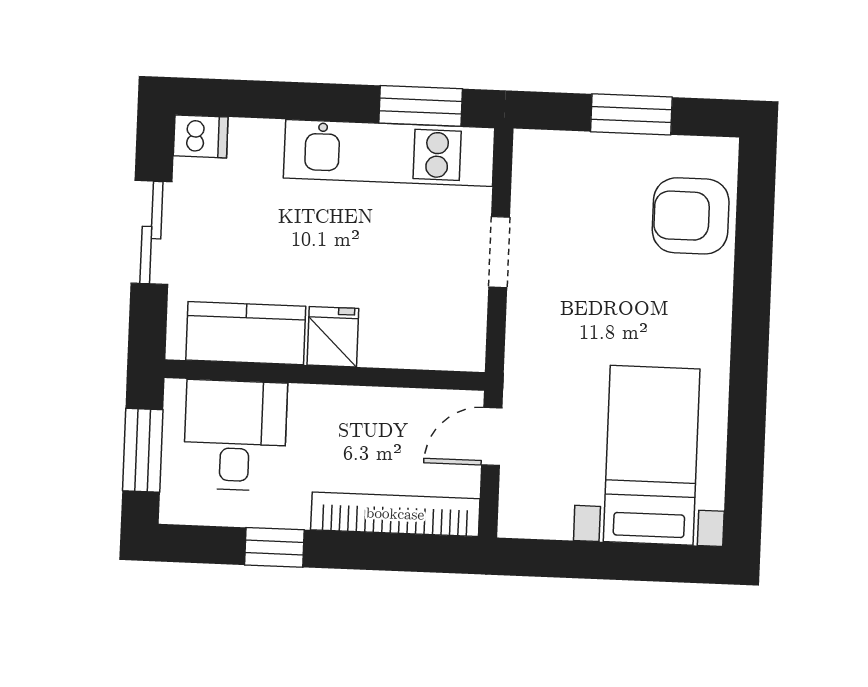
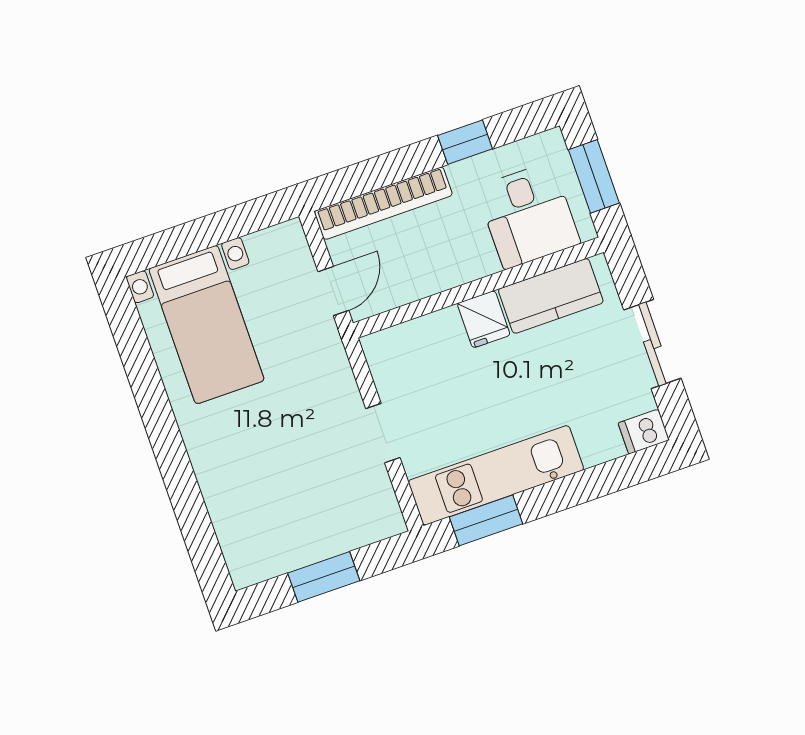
armchair: (691, 216) -> (249, 518), removed

